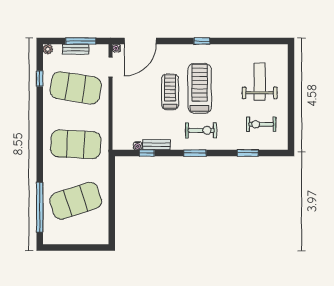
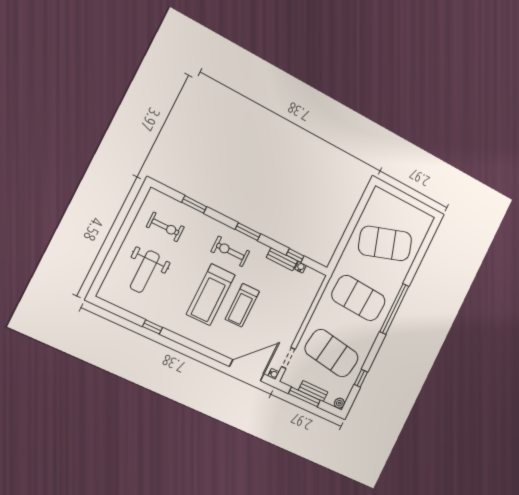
window: (202, 41) -> (153, 327), moved
window: (40, 207) -> (394, 309), moved

